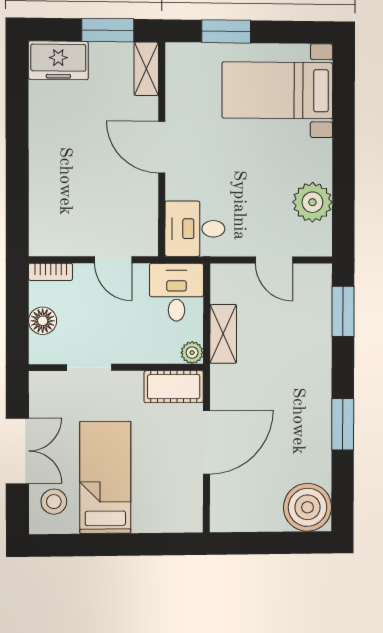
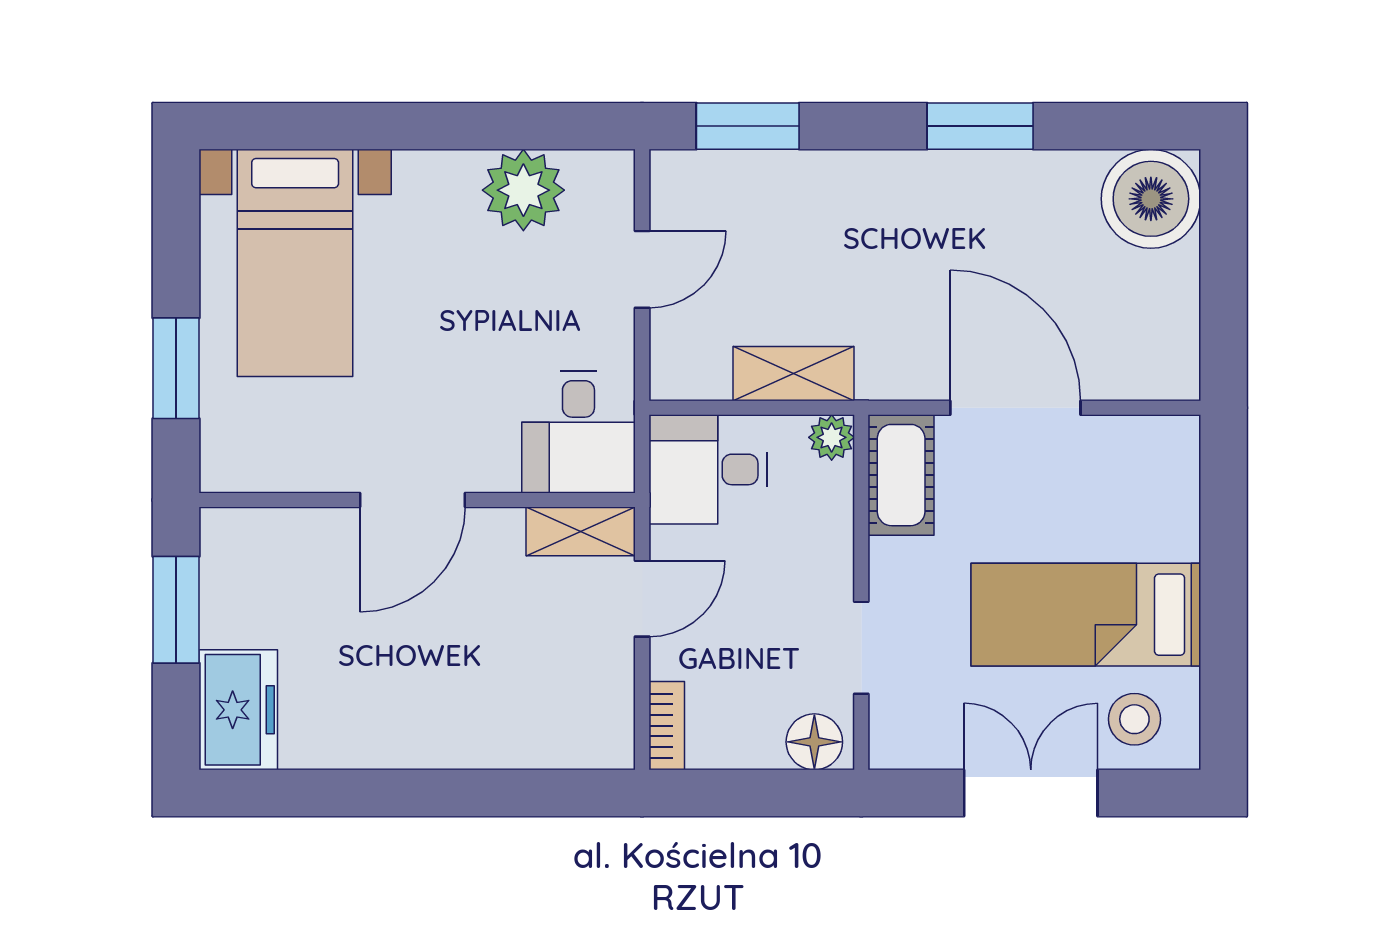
shelving: (146, 69) -> (581, 531), moved
floor lamp: (43, 321) -> (814, 742), moved

